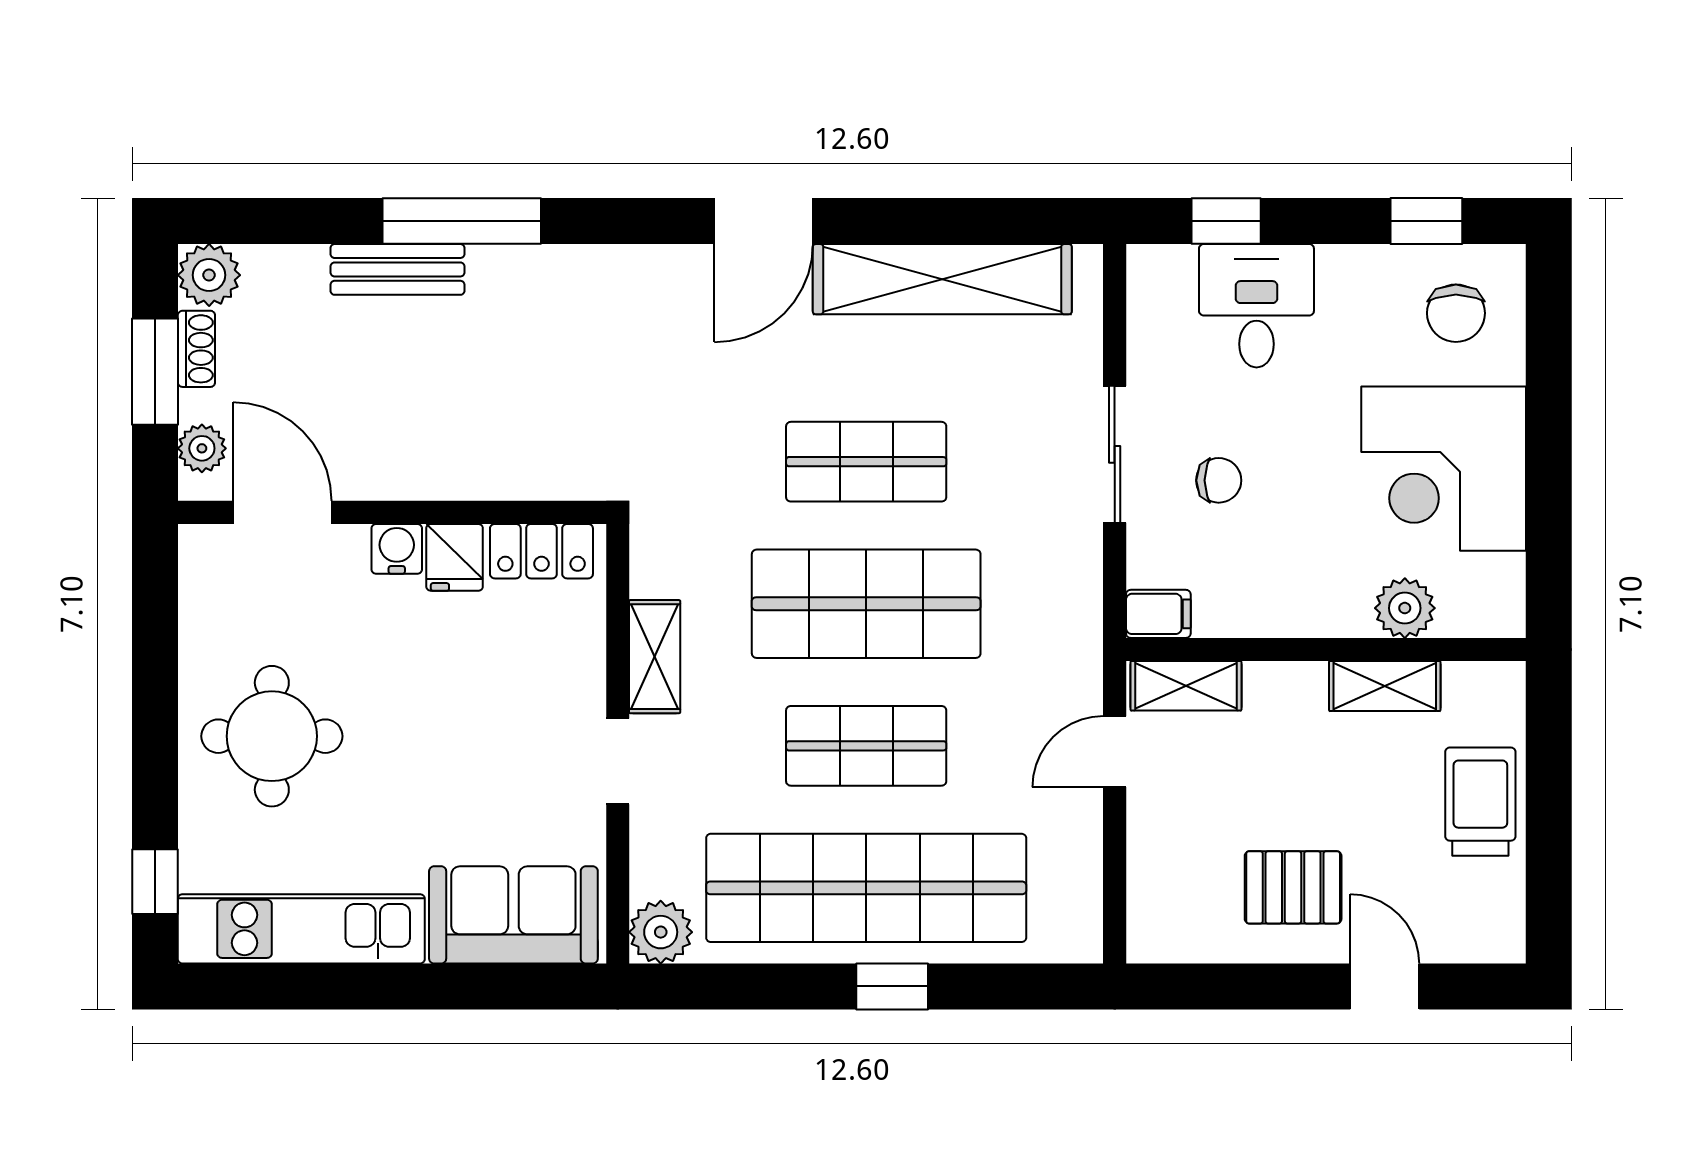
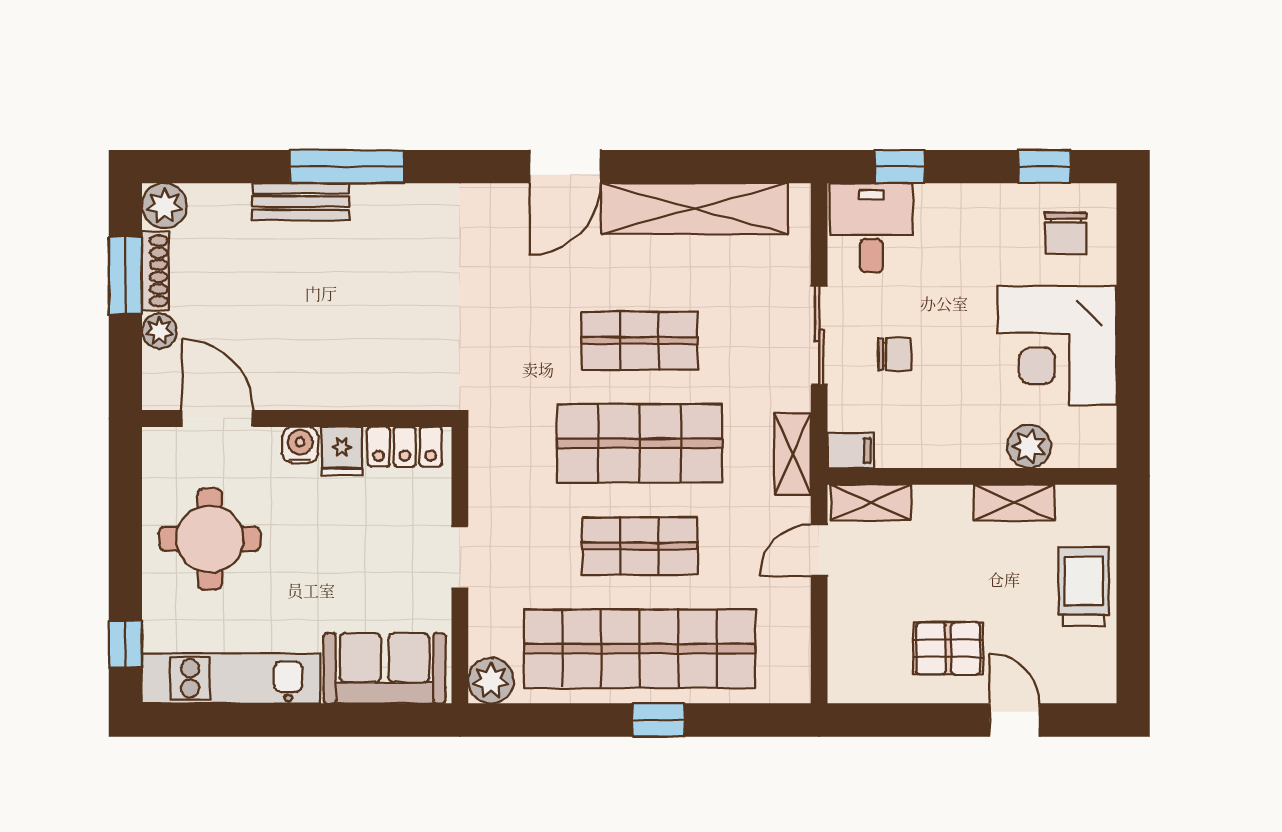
desk: (1256, 306) -> (871, 228), moved
shoe rack: (196, 349) -> (155, 271), width x1.43
door: (282, 512) -> (217, 418), moved
wall: (392, 512) -> (297, 418), moved
water cooler: (397, 549) -> (300, 445), moved
locker: (541, 551) -> (405, 447), moved
fridge: (455, 557) -> (342, 451), moved
shelving: (655, 657) -> (793, 454), moved

